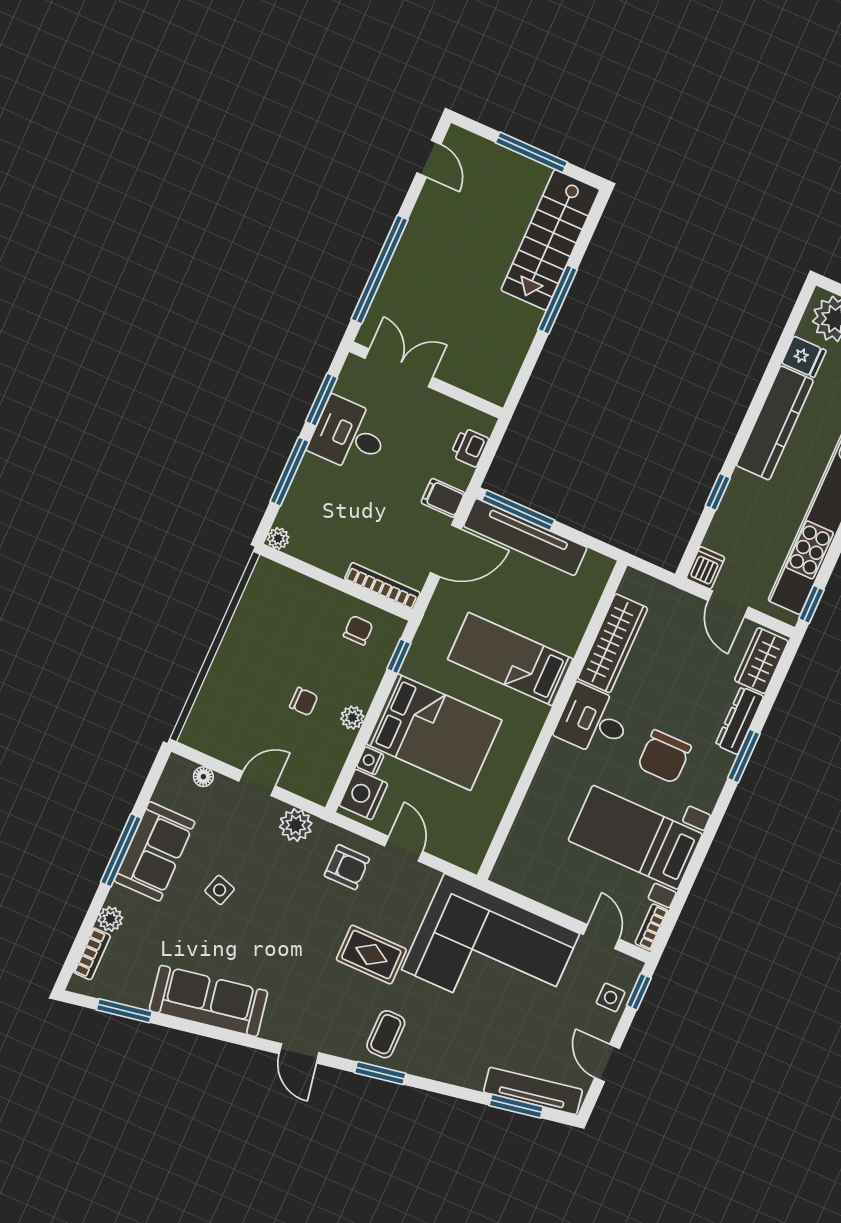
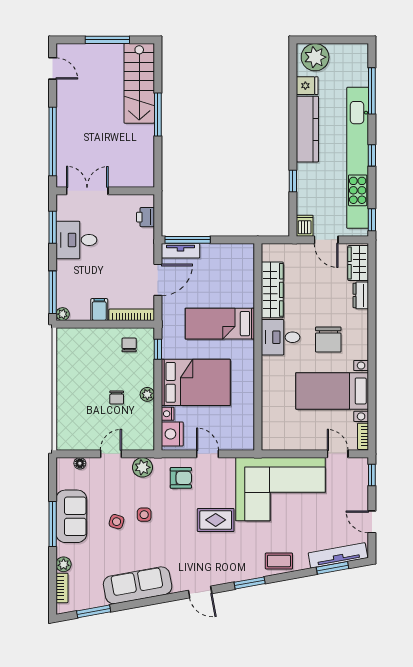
window: (290, 472) -> (53, 292), moved
filing cabinet: (443, 498) -> (99, 310), moved, turned 90
tv unit: (525, 537) -> (180, 251), width x0.52, depth x0.78
chair: (304, 702) -> (117, 397), turned 90
dresser: (739, 721) -> (361, 295), width x0.70
window: (744, 756) -> (372, 320), removed
side table: (611, 997) -> (144, 515), moved
coffee table: (386, 1034) -> (279, 561), moved, turned 90

